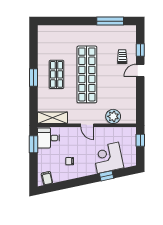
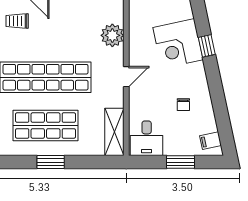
shop shelf: (57, 74) -> (46, 125), width x1.43, depth x1.36
window: (34, 144) -> (181, 162), moved

